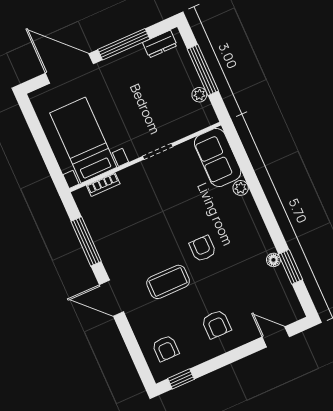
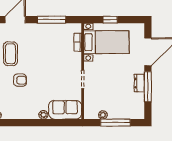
dresser: (160, 44) -> (139, 83), moved
window: (45, 150) -> (110, 20), added

